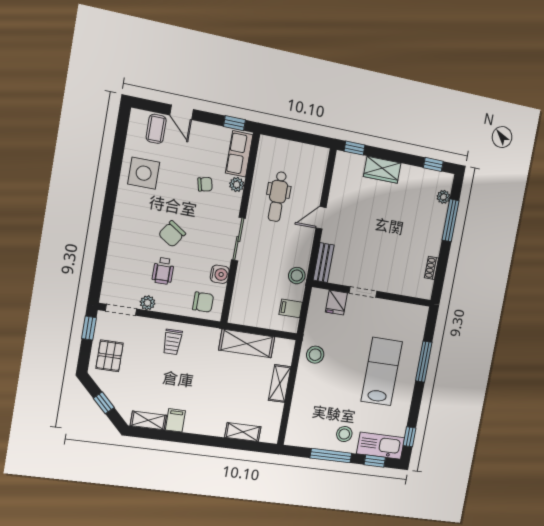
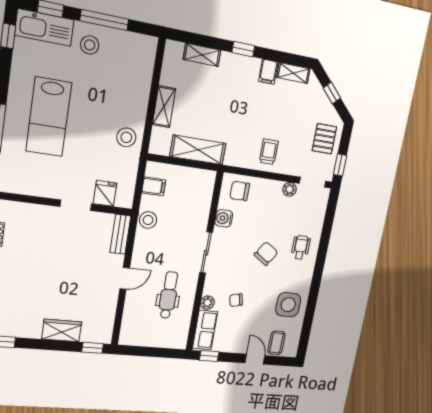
wheelchair: (163, 271) -> (301, 247), moved
window: (202, 440) -> (243, 49), added

